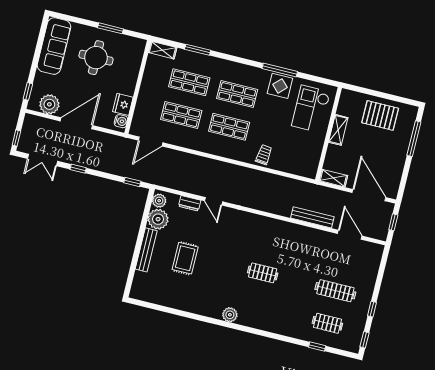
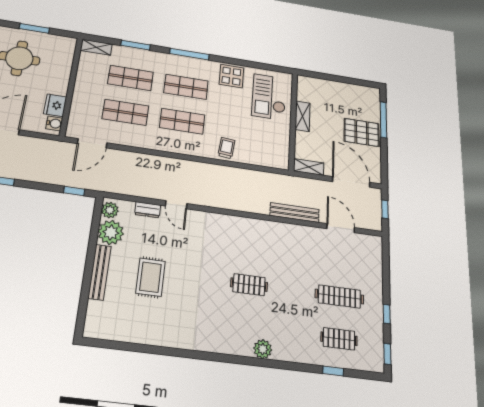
window: (280, 70) -> (189, 54), moved
pallet: (380, 115) -> (362, 132), moved
plant: (230, 315) -> (263, 349), moved

